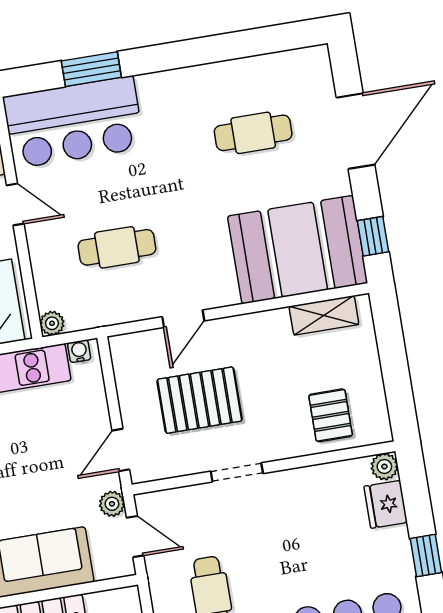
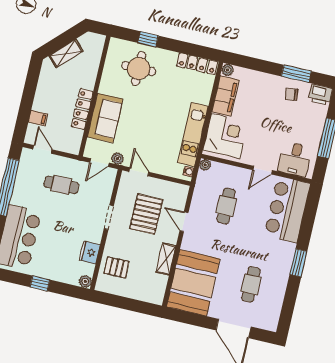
window: (91, 69) -> (298, 263), moved
window: (373, 236) -> (186, 317), removed
shelving: (324, 315) -> (166, 259), moved
fridge: (386, 504) -> (90, 252), moved, turned -90

